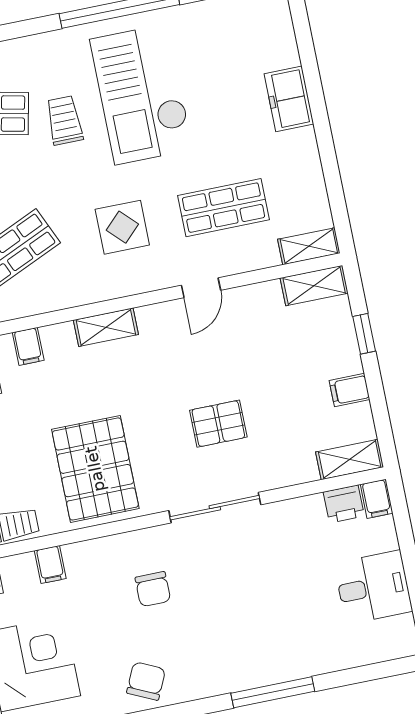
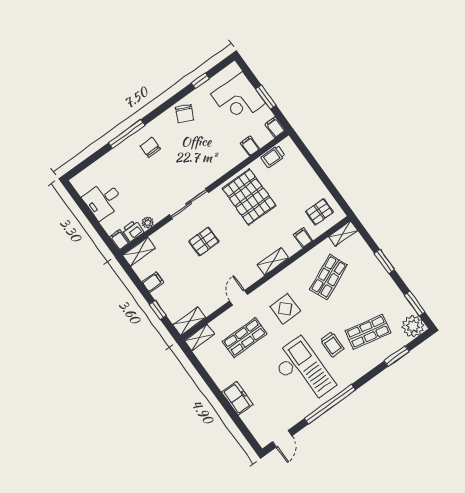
plant: (308, 507) -> (148, 223), added
chair: (153, 589) -> (150, 147), moved

